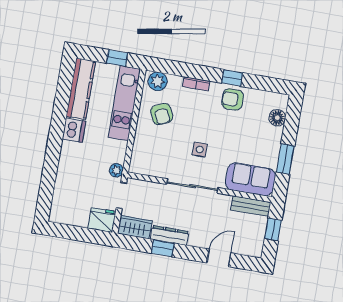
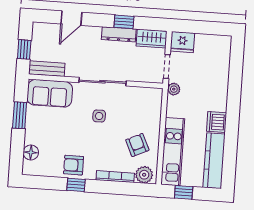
bookcase: (196, 84) -> (115, 177), width x1.56
armchair: (233, 99) -> (74, 165), turned 180

